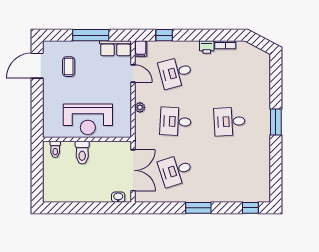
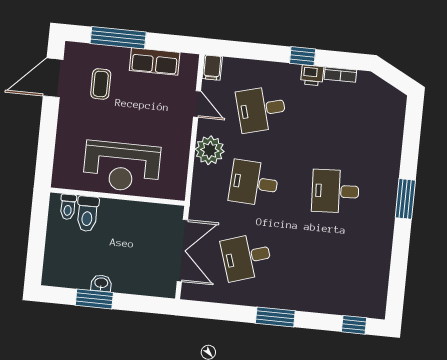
window: (91, 35) -> (118, 38), moved
window: (164, 35) -> (303, 56), moved
row of seats: (115, 48) -> (155, 61), moved
plant: (140, 107) -> (210, 150), width x1.88, depth x1.88
toilet: (82, 153) -> (87, 214), moved
washbasin: (118, 197) -> (101, 283), moved
window: (79, 208) -> (94, 299), added

